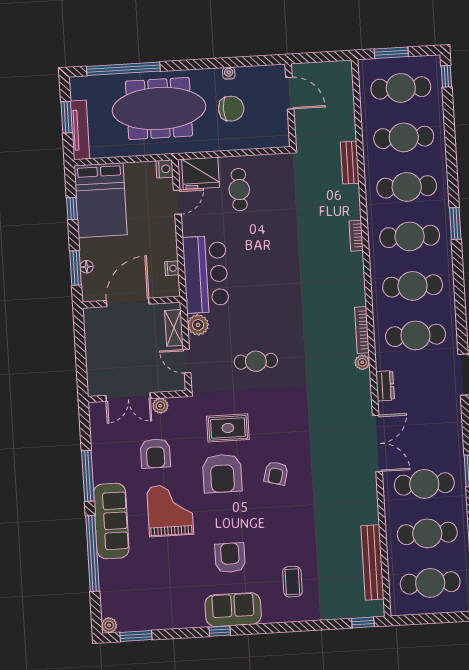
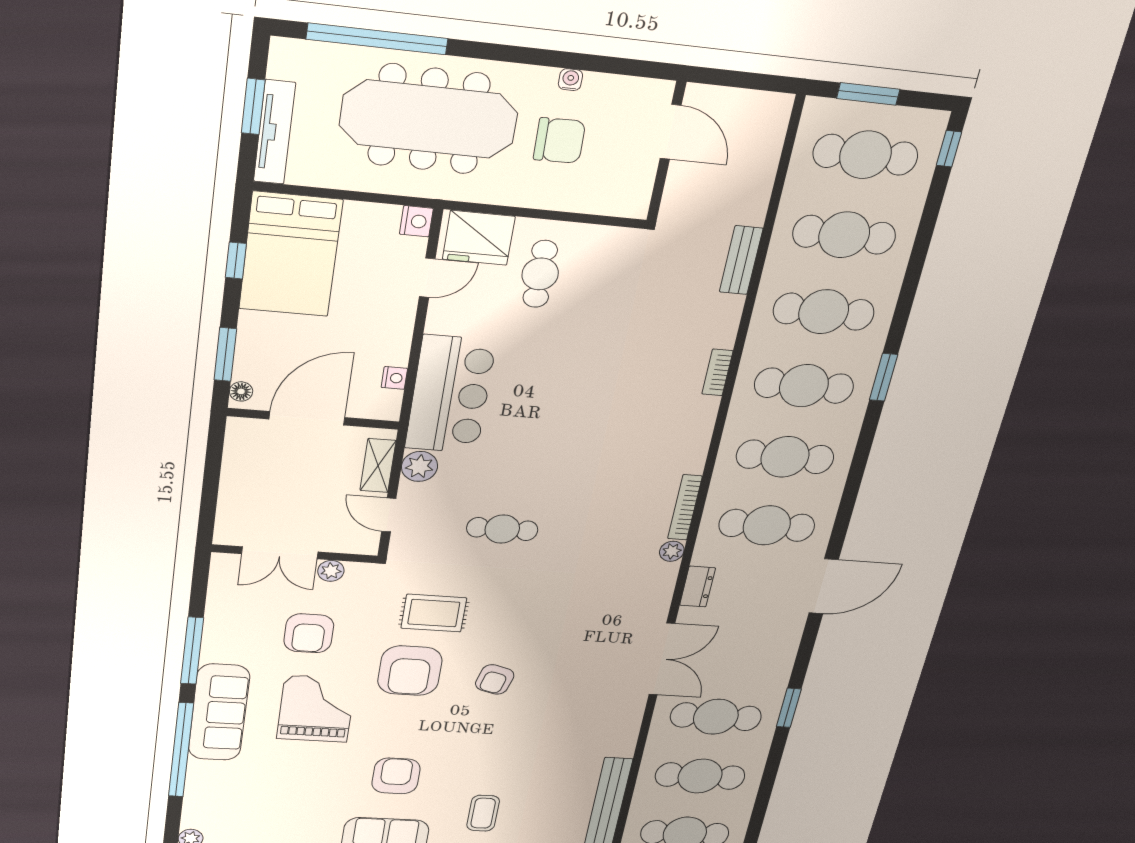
floor lamp: (87, 267) -> (241, 391), moved

